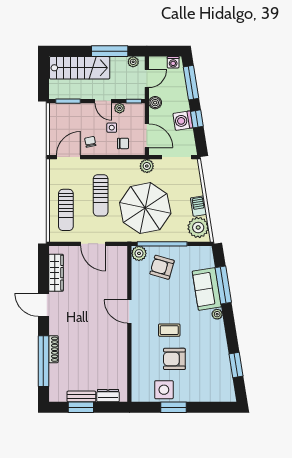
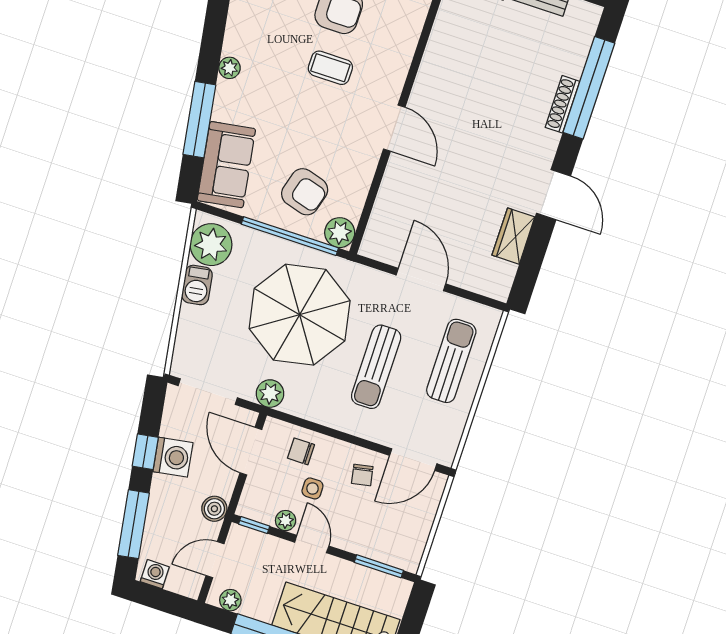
sun lounger: (101, 195) -> (376, 367), turned 180
wardrobe: (56, 273) -> (513, 236), width x0.67
sofa: (207, 289) -> (226, 165), moved

